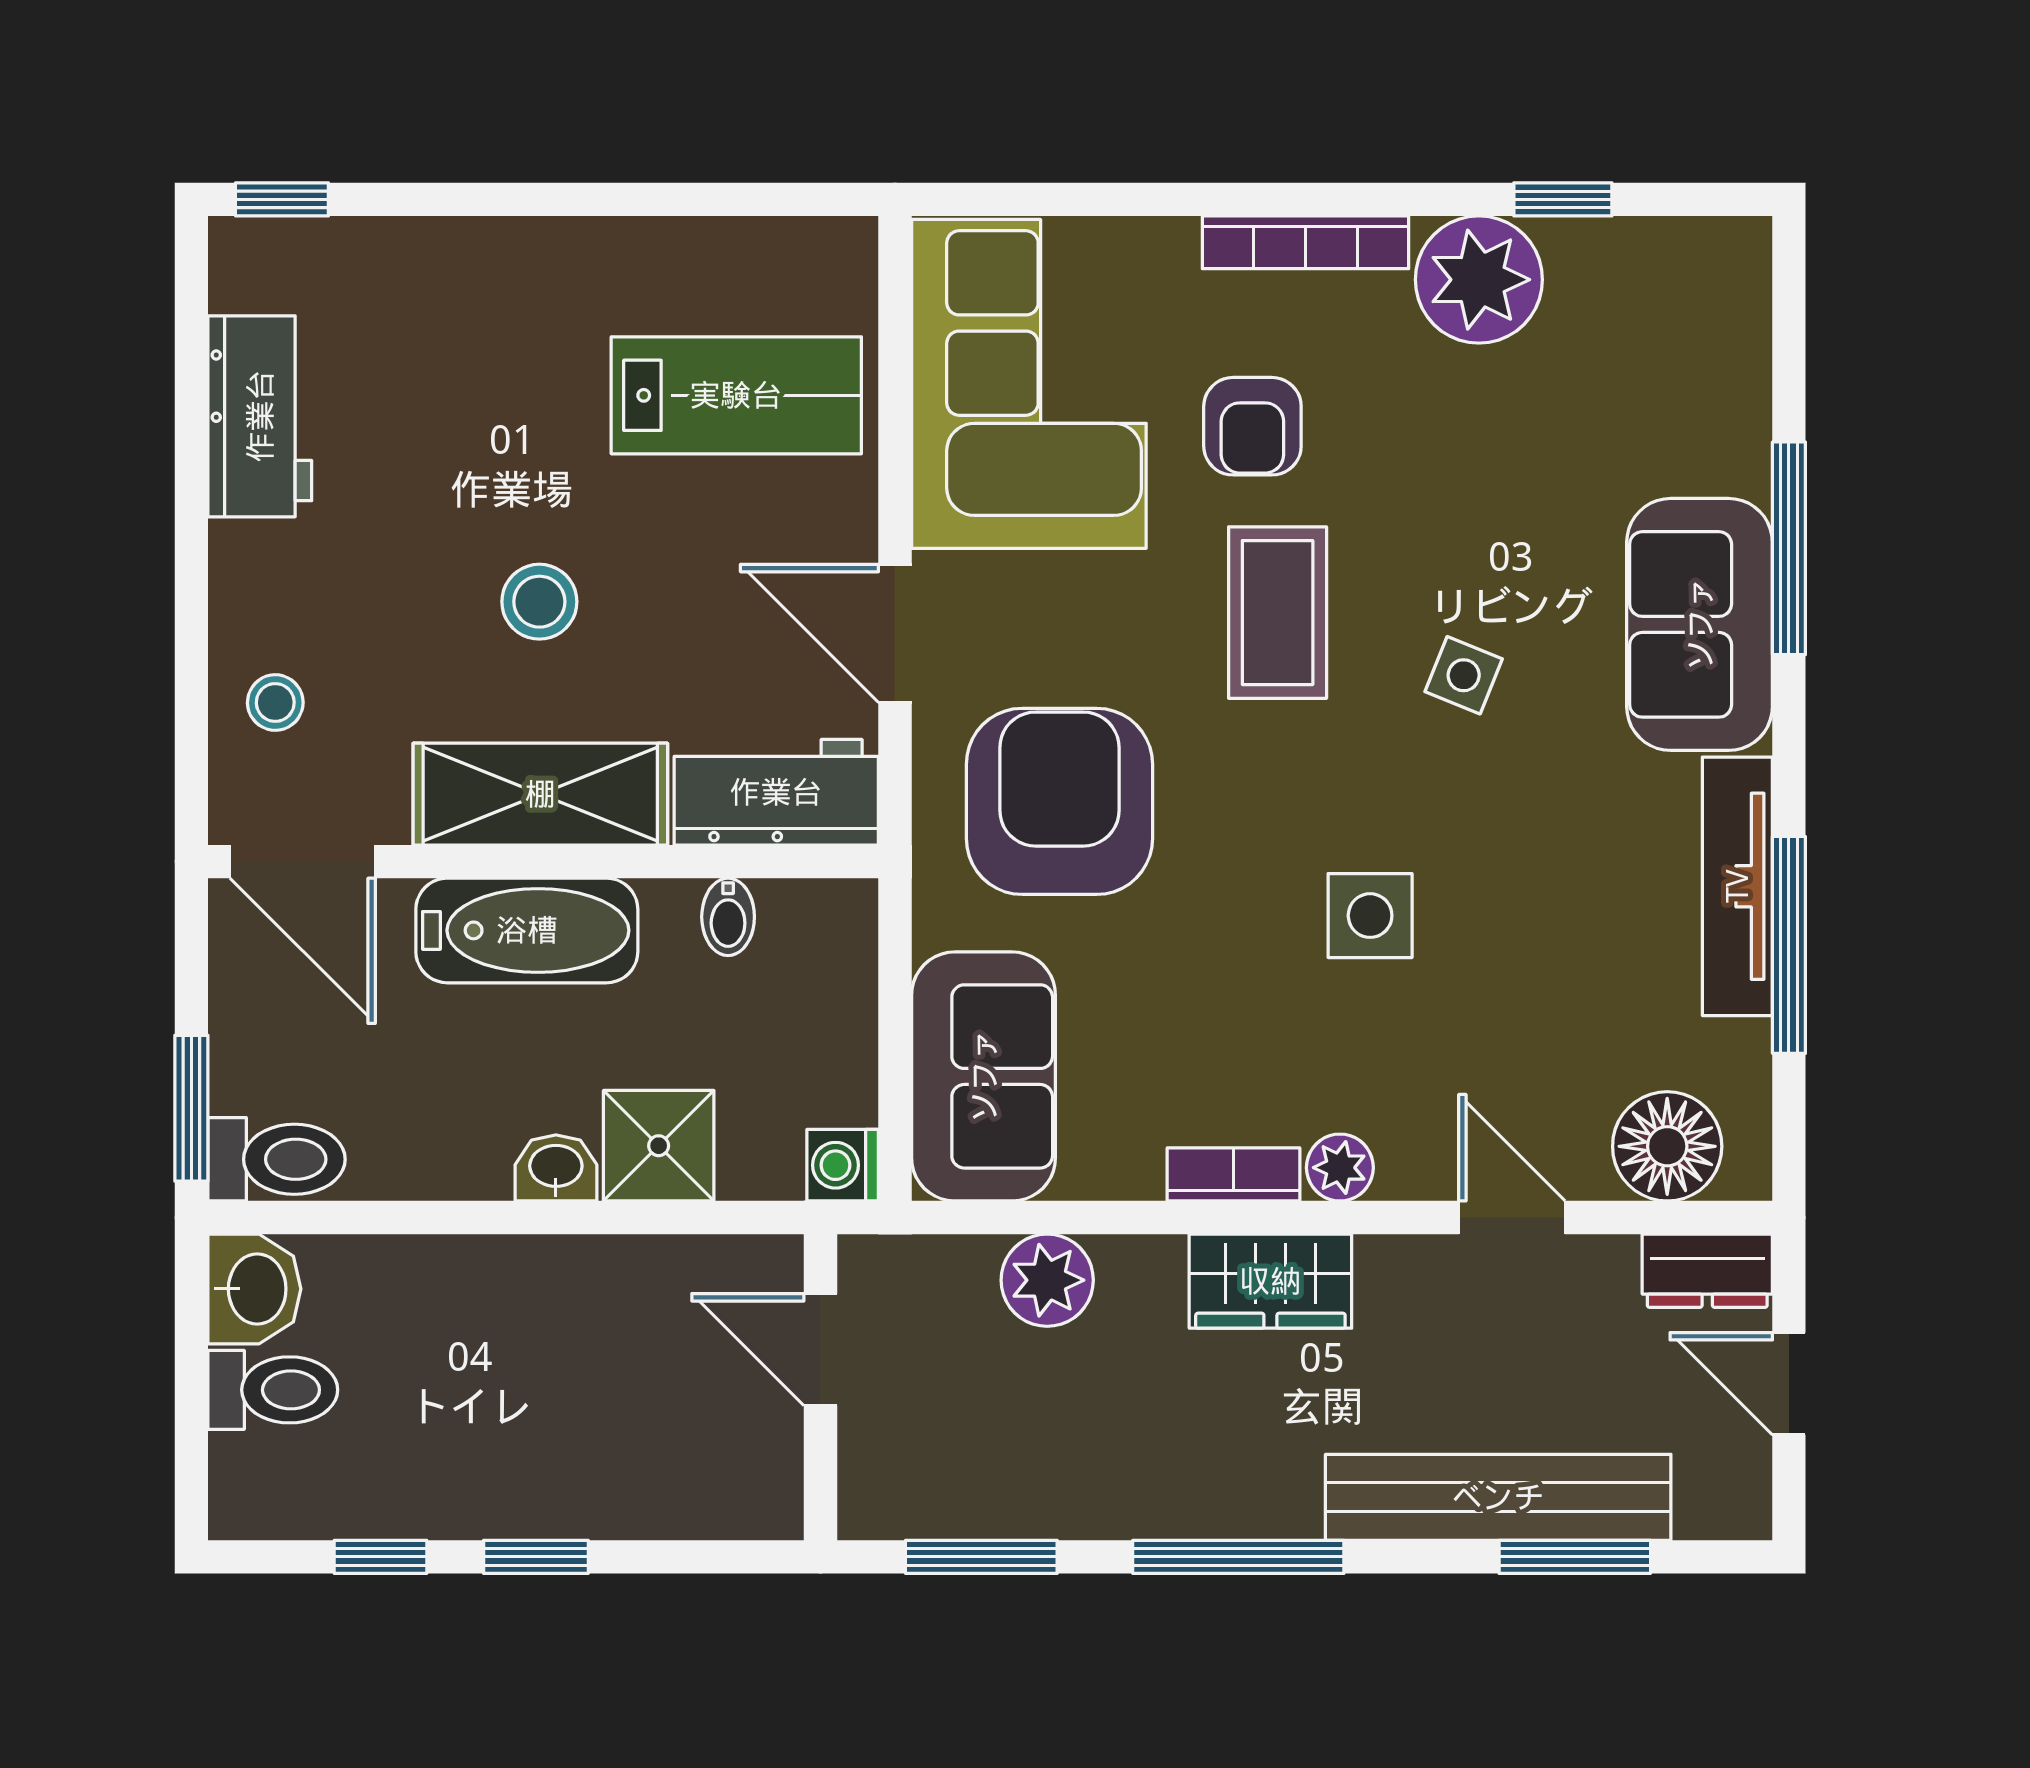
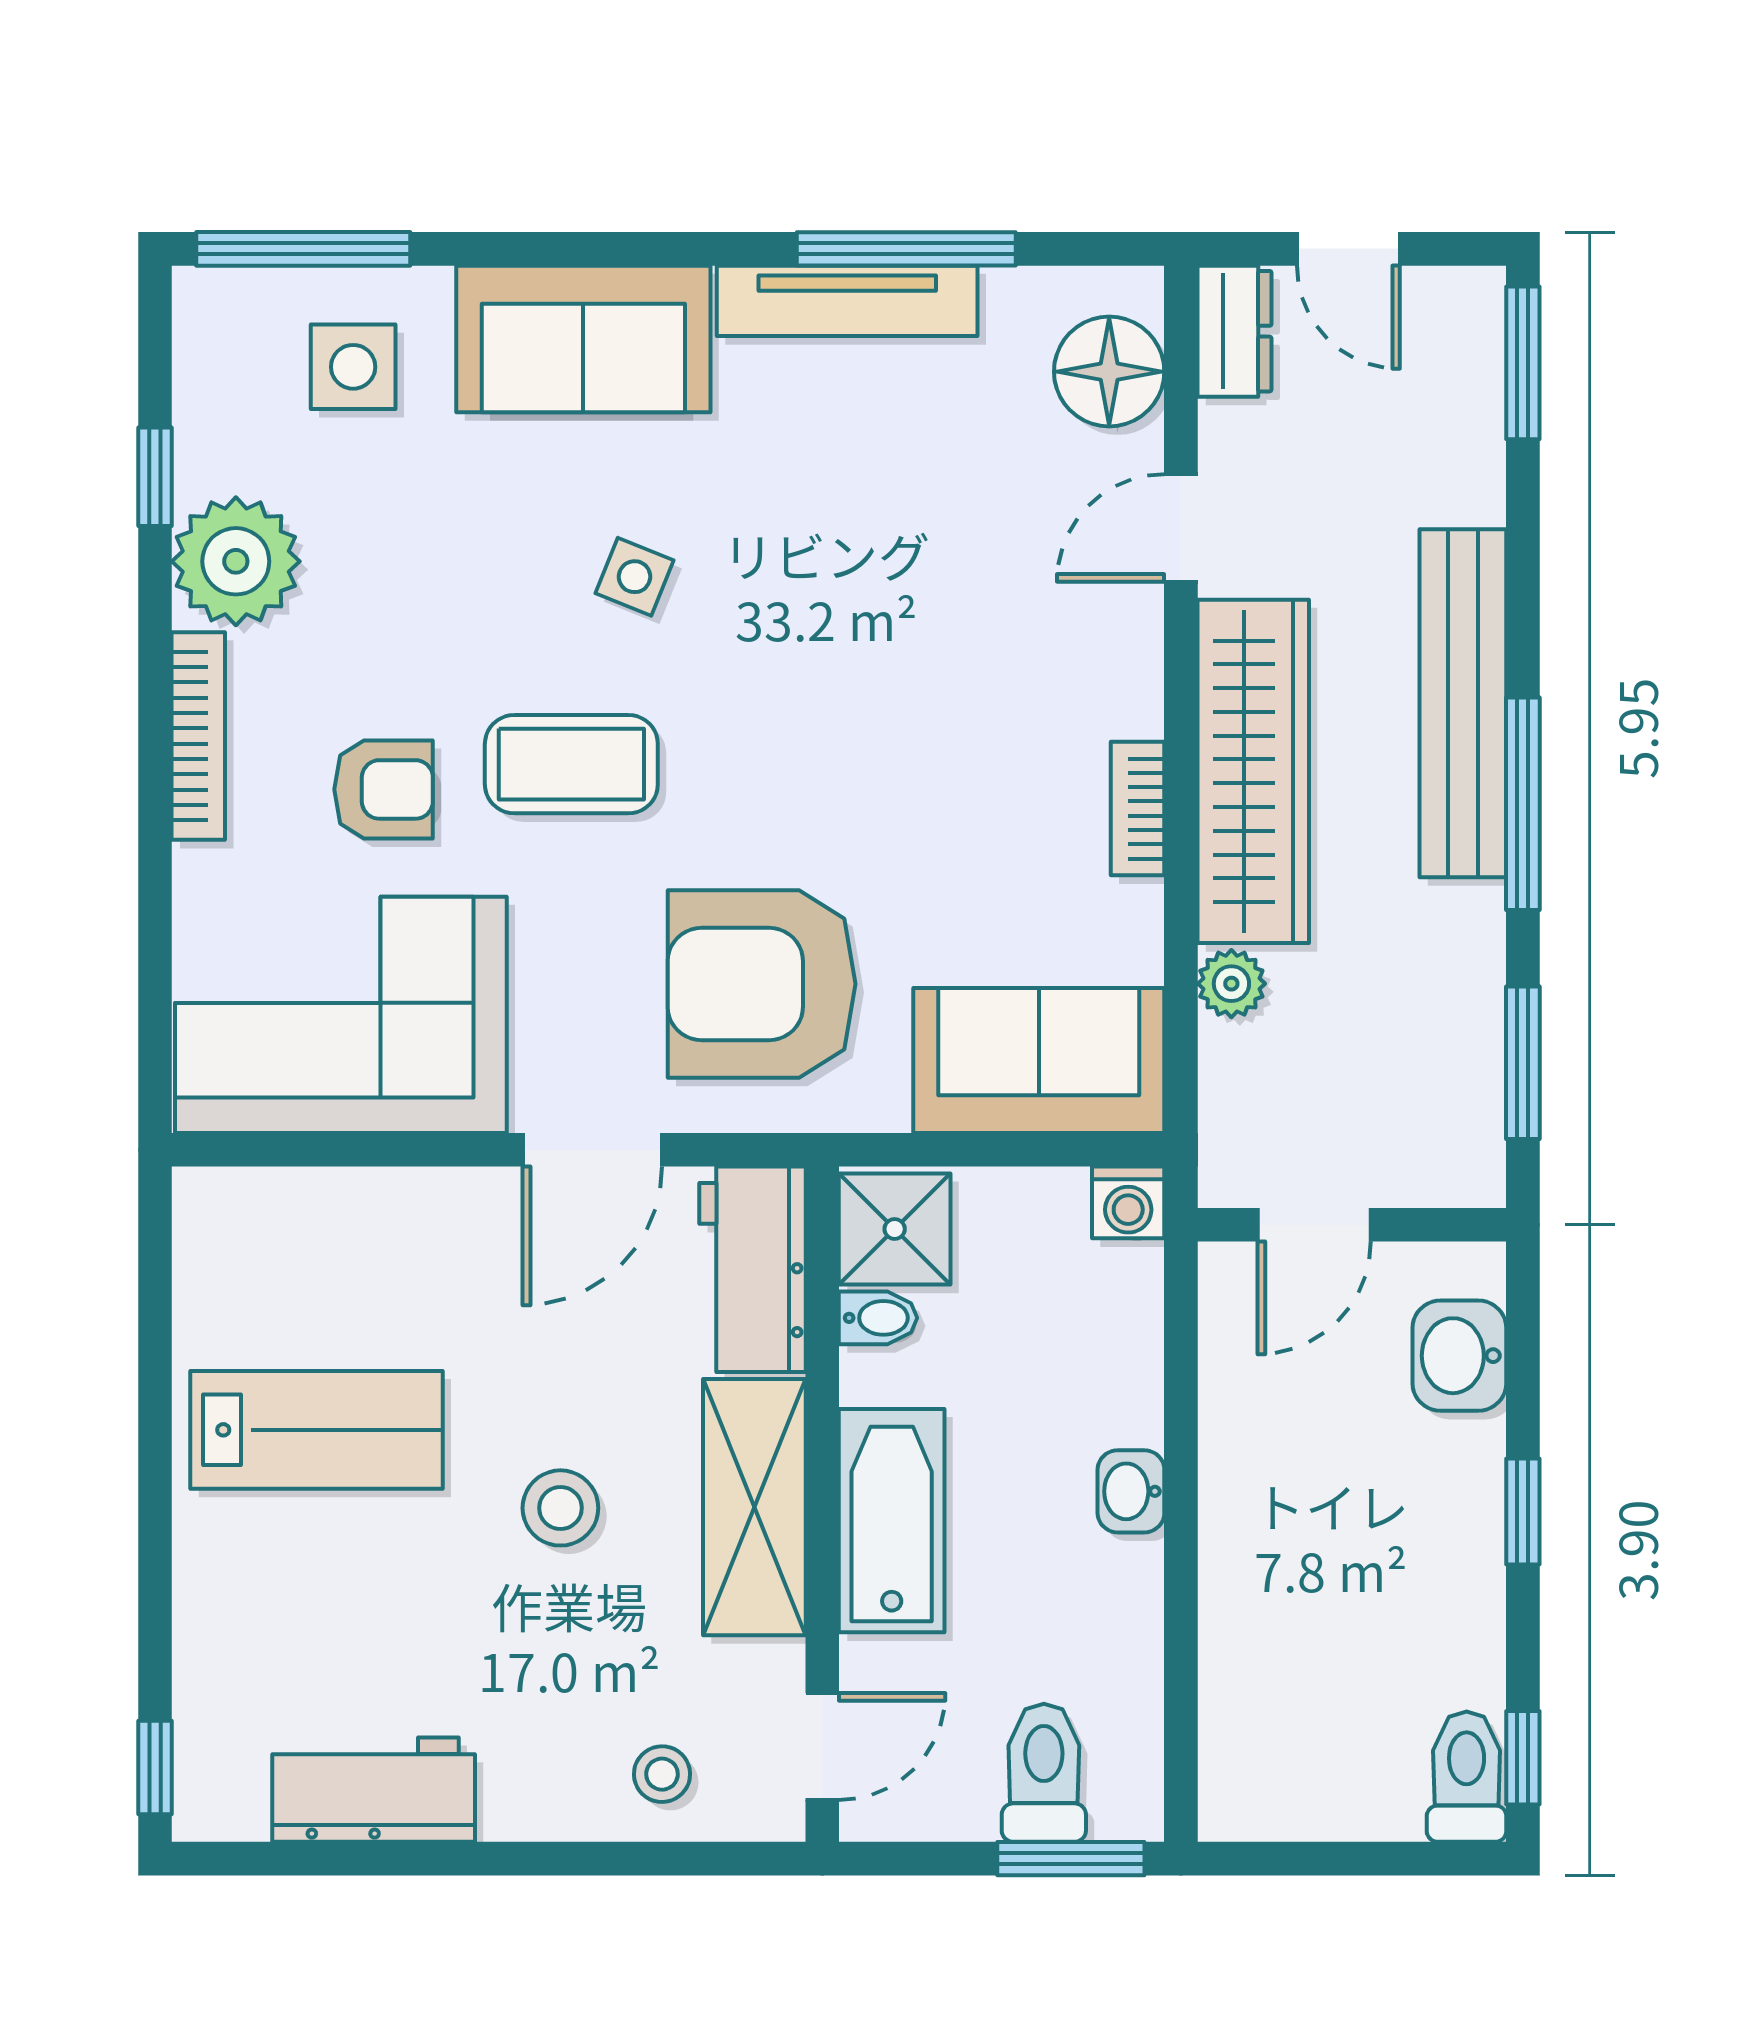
lab bench: (736, 395) -> (317, 1430), moved, turned 90
window: (1789, 548) -> (303, 249), moved
door: (303, 862) -> (822, 1747), width x0.73
side table: (1370, 916) -> (353, 367), moved
shower: (659, 1146) -> (895, 1229), moved
toilet: (277, 1159) -> (1044, 1773), moved
plant: (1340, 1168) -> (1131, 701), removed
plant: (1047, 1280) -> (1231, 984), width x0.73, depth x0.73
wardrobe: (1270, 1281) -> (1253, 771), width x2.10, depth x1.17
washbasin: (254, 1289) -> (1459, 1356), moved, turned -90
door: (1789, 1384) -> (1348, 249), hinge flipped
toilet: (273, 1390) -> (1467, 1777), moved
bench: (1498, 1497) -> (1463, 703), moved
window: (380, 1557) -> (1523, 1758), moved
window: (1575, 1557) -> (1523, 363), moved

